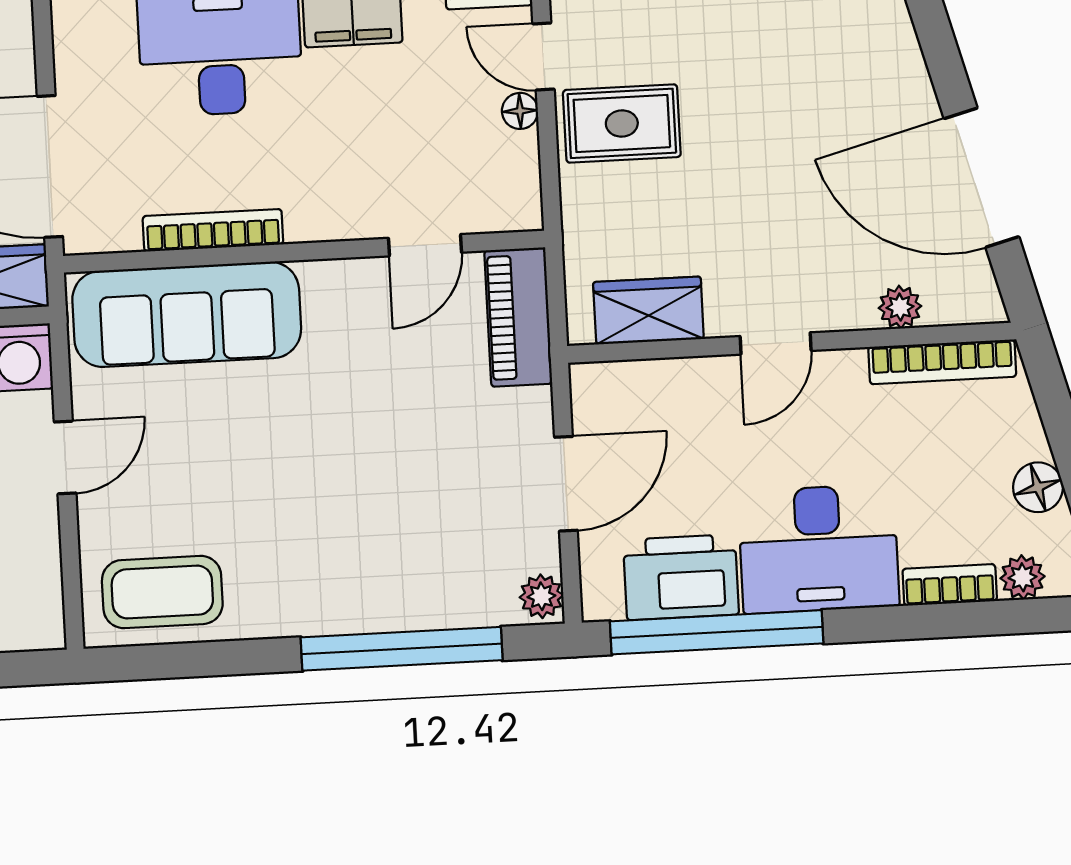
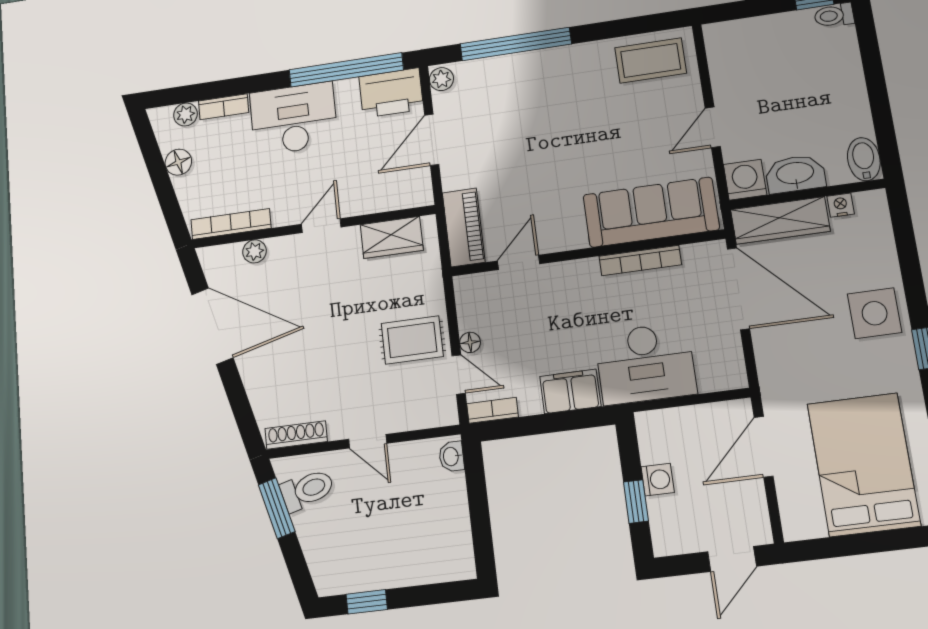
printer: (681, 577) -> (391, 93), moved

